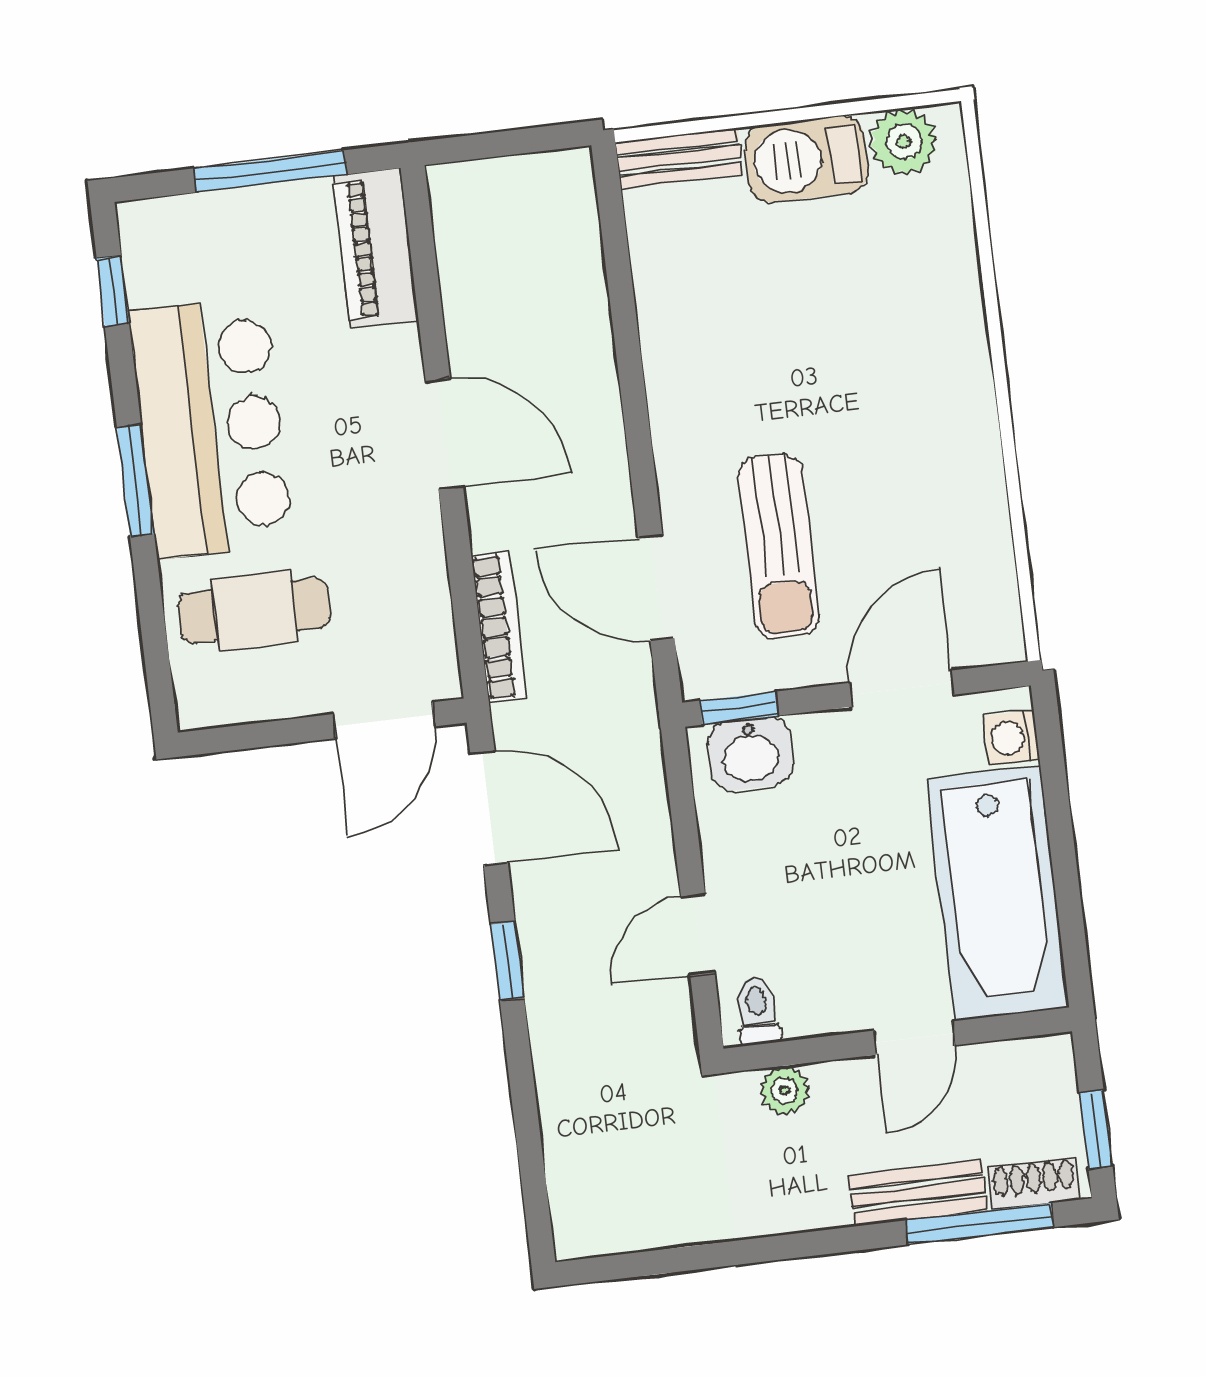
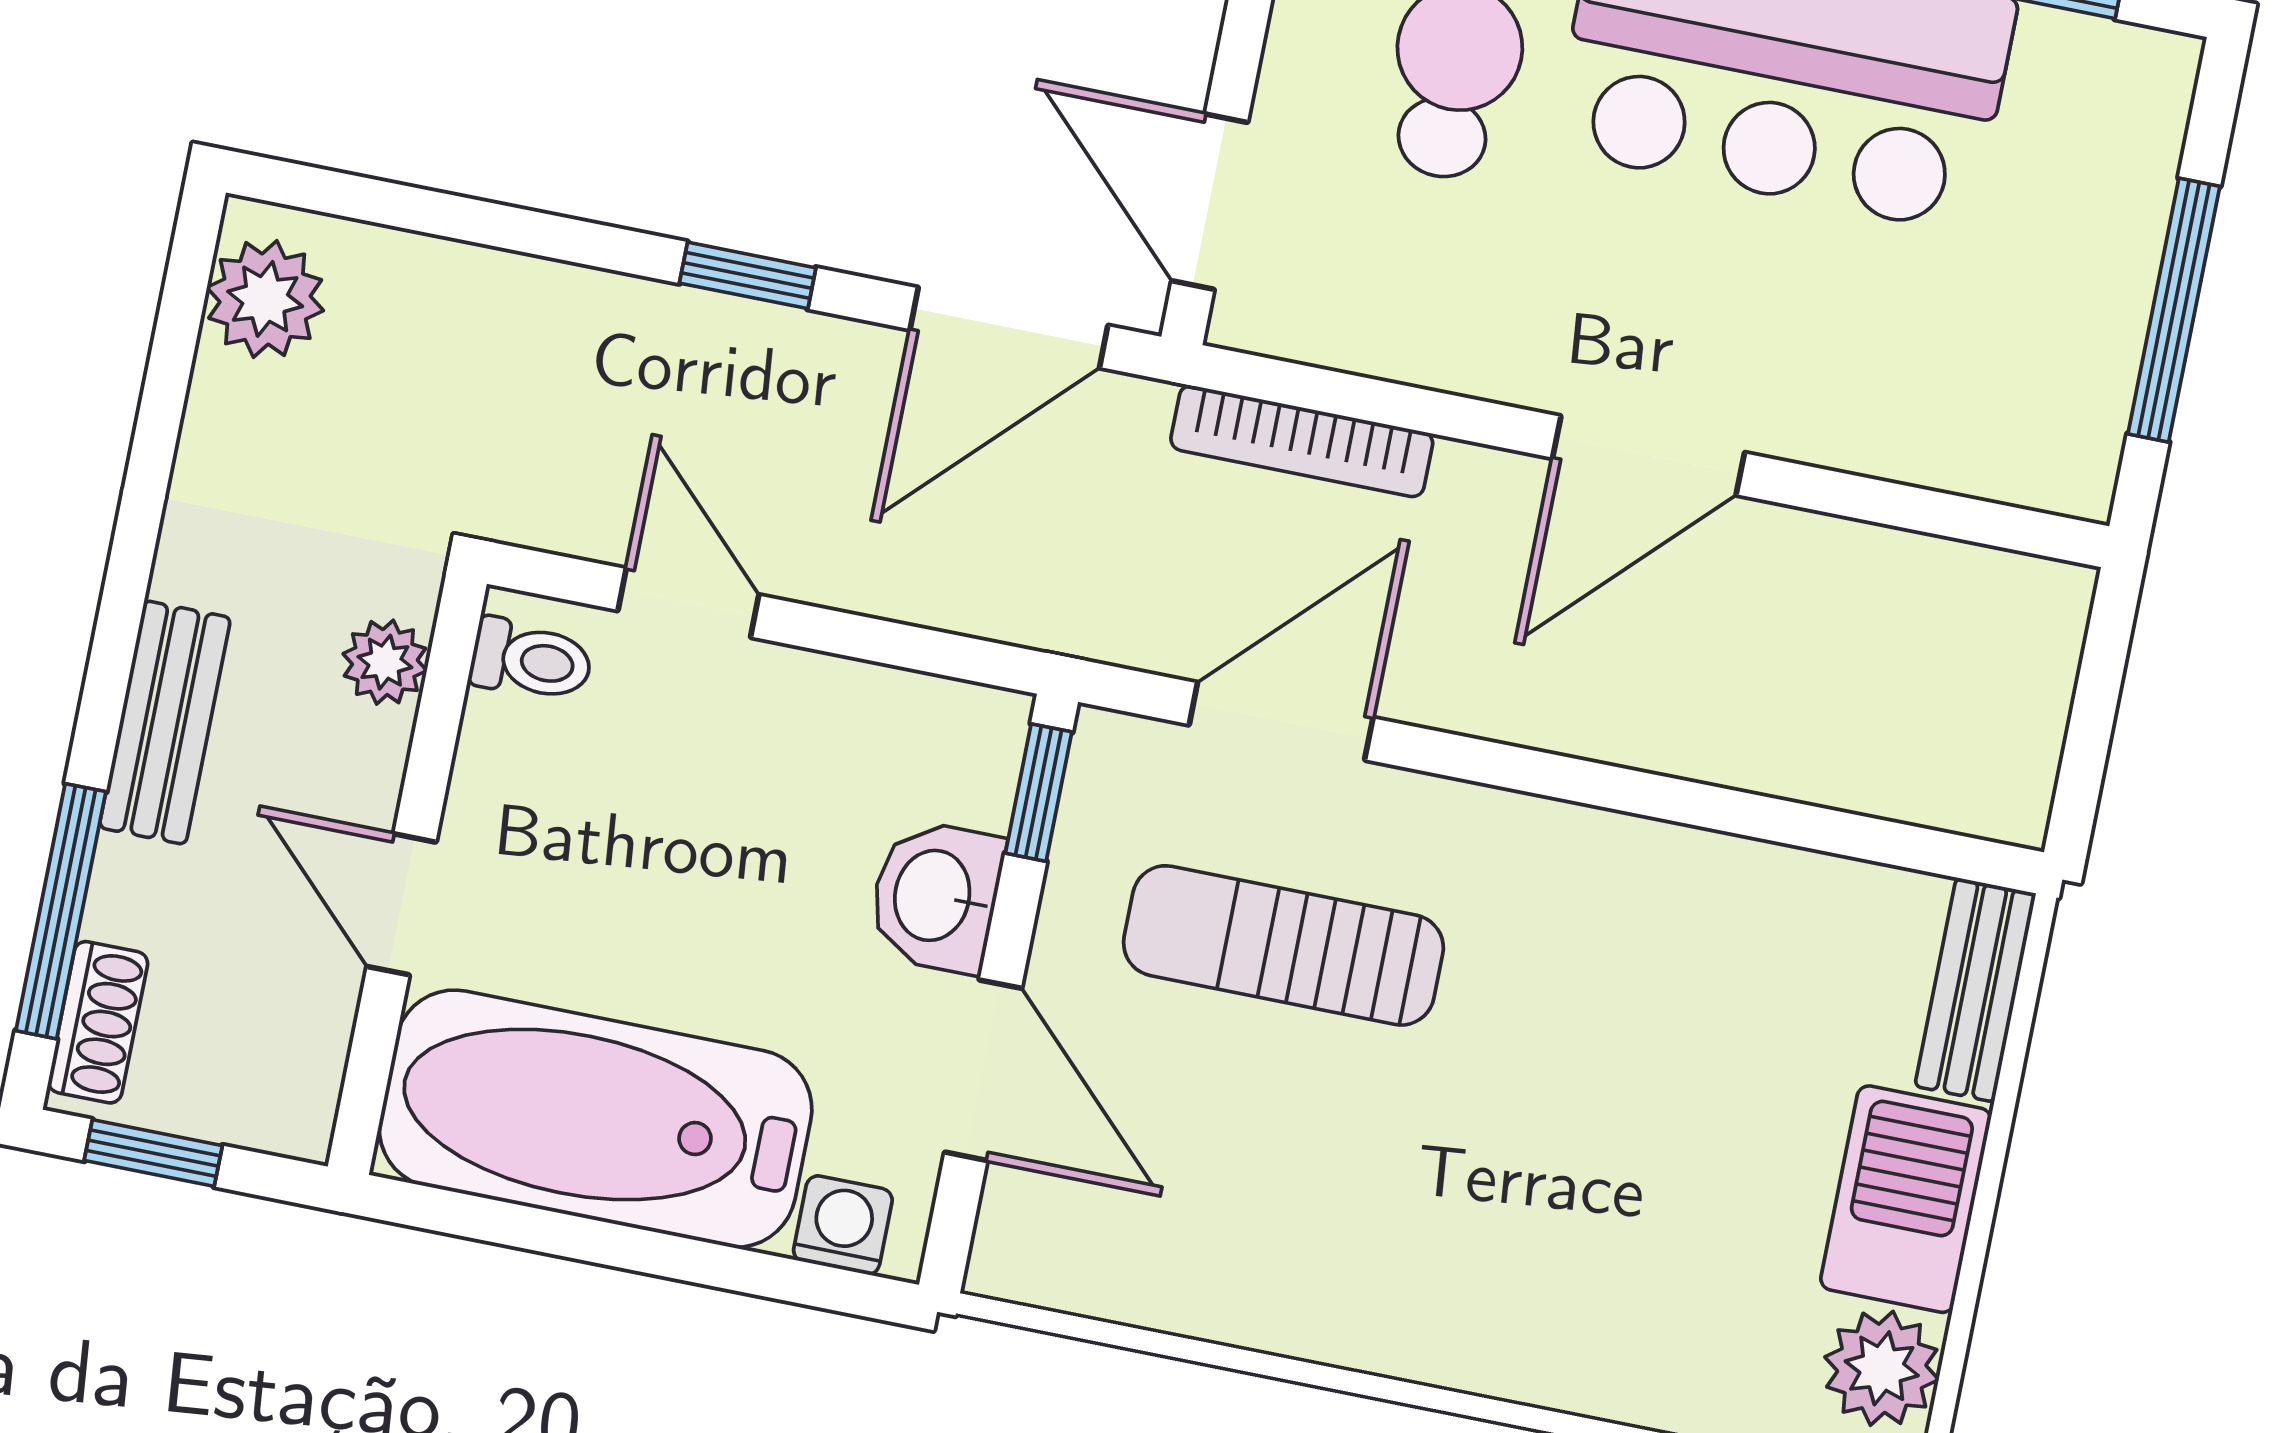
piano: (376, 248) -> (1991, 442), removed
washbasin: (751, 754) -> (936, 896), moved
bench: (918, 1193) -> (165, 723), moved
plant: (607, 1221) -> (265, 299), added

